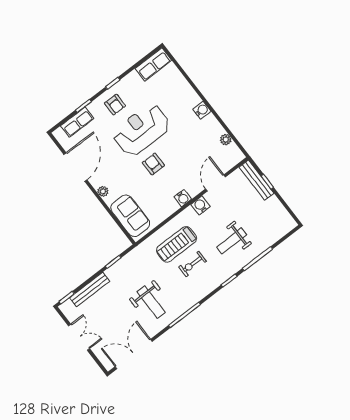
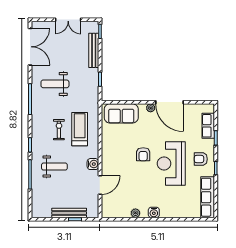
row of seats: (153, 64) -> (208, 197), width x1.48
reception desk: (141, 130) -> (171, 164), turned 180
plant: (226, 140) -> (135, 213), moved
armchair: (153, 164) -> (143, 154), turned 90
door: (75, 167) -> (170, 102), moved
bench: (257, 180) -> (69, 213), moved
door: (216, 183) -> (100, 185), hinge flipped
water cooler: (183, 198) -> (107, 156), removed
weight bench: (232, 241) -> (54, 167), turned 90

